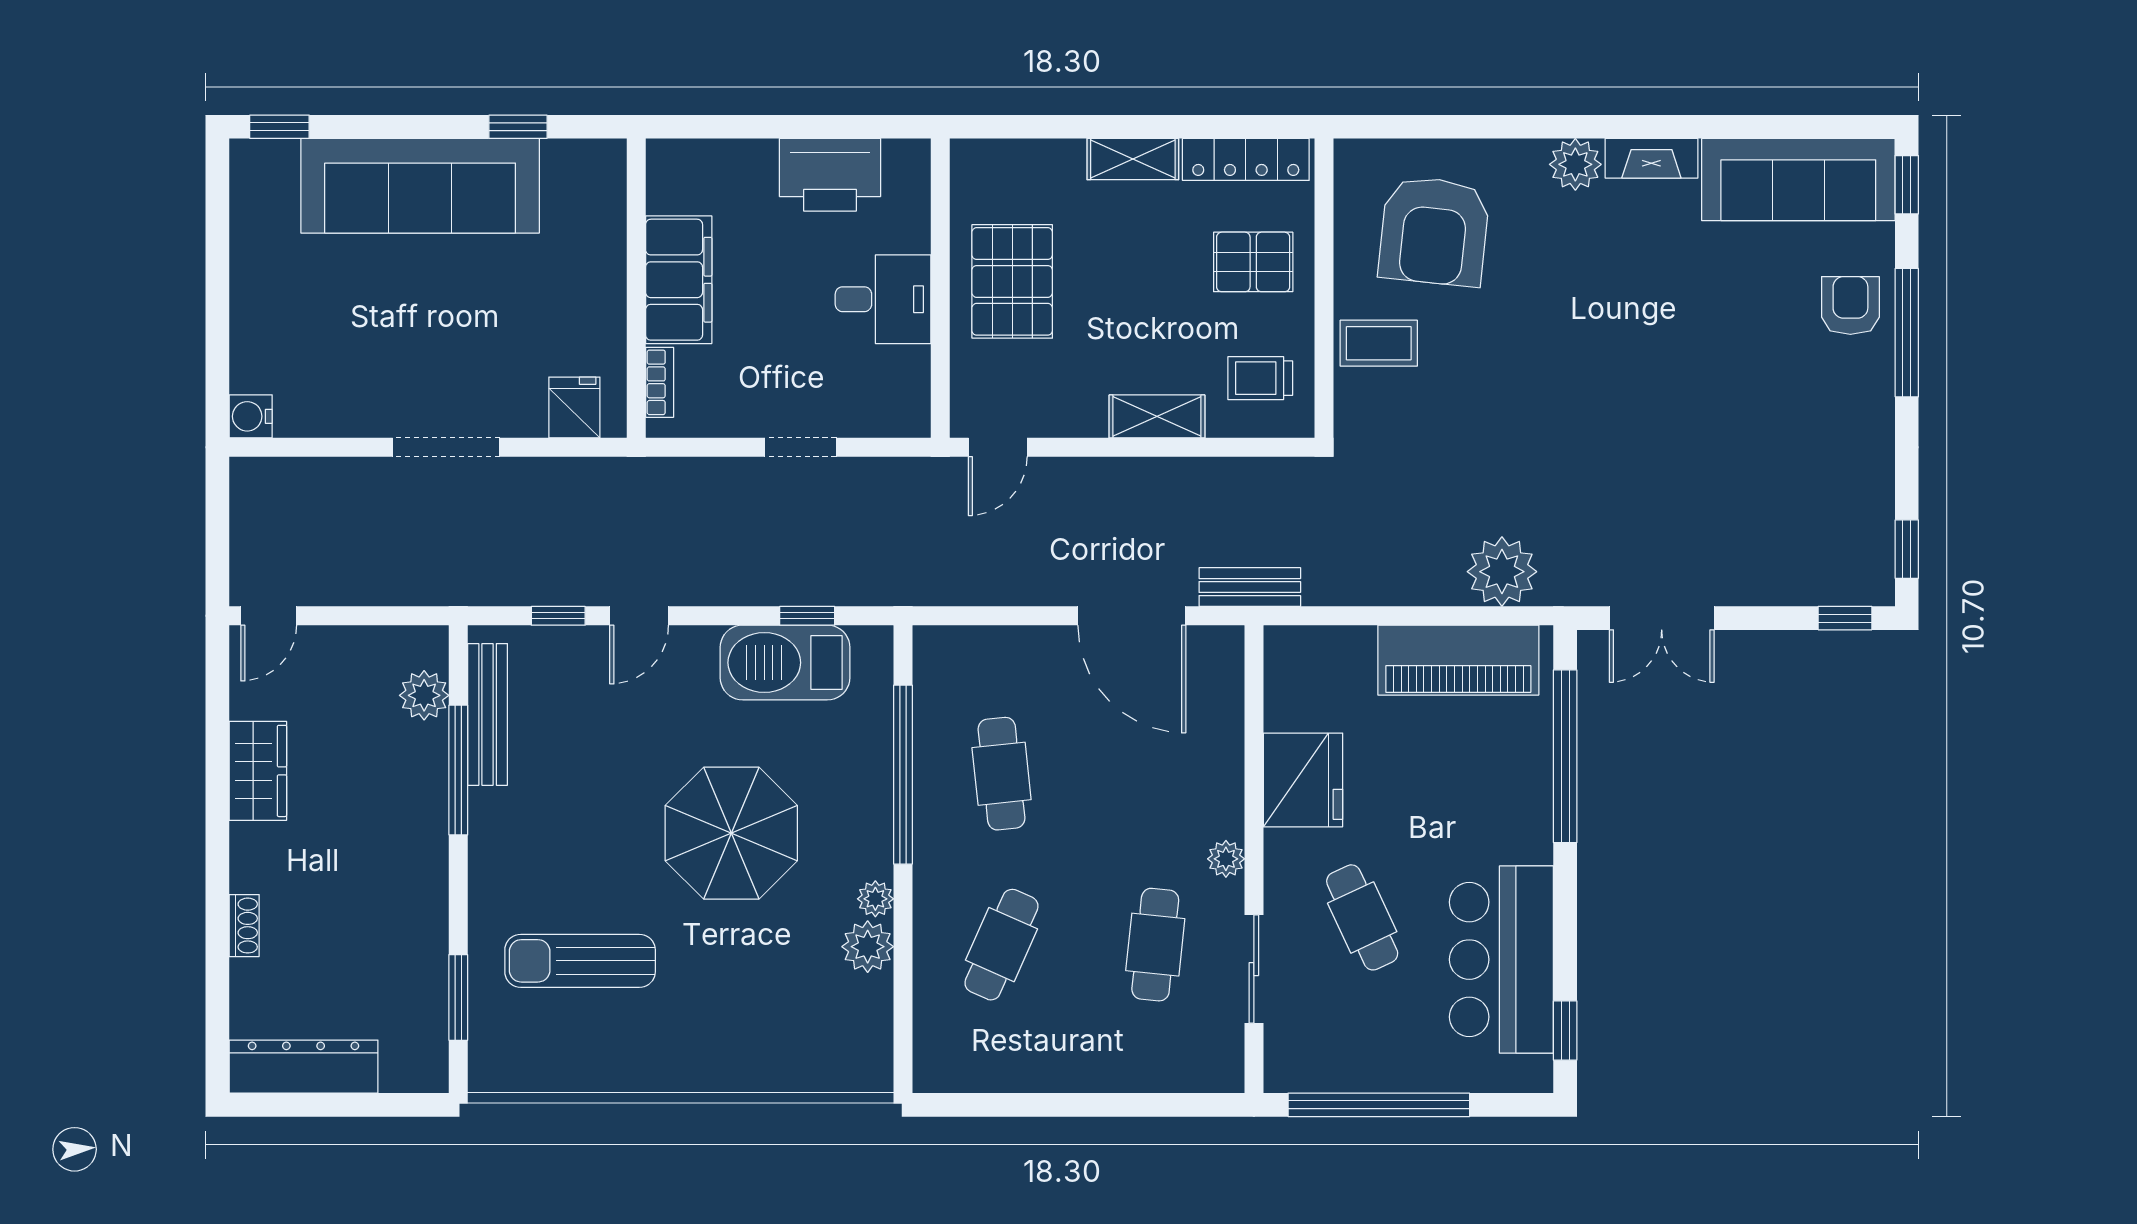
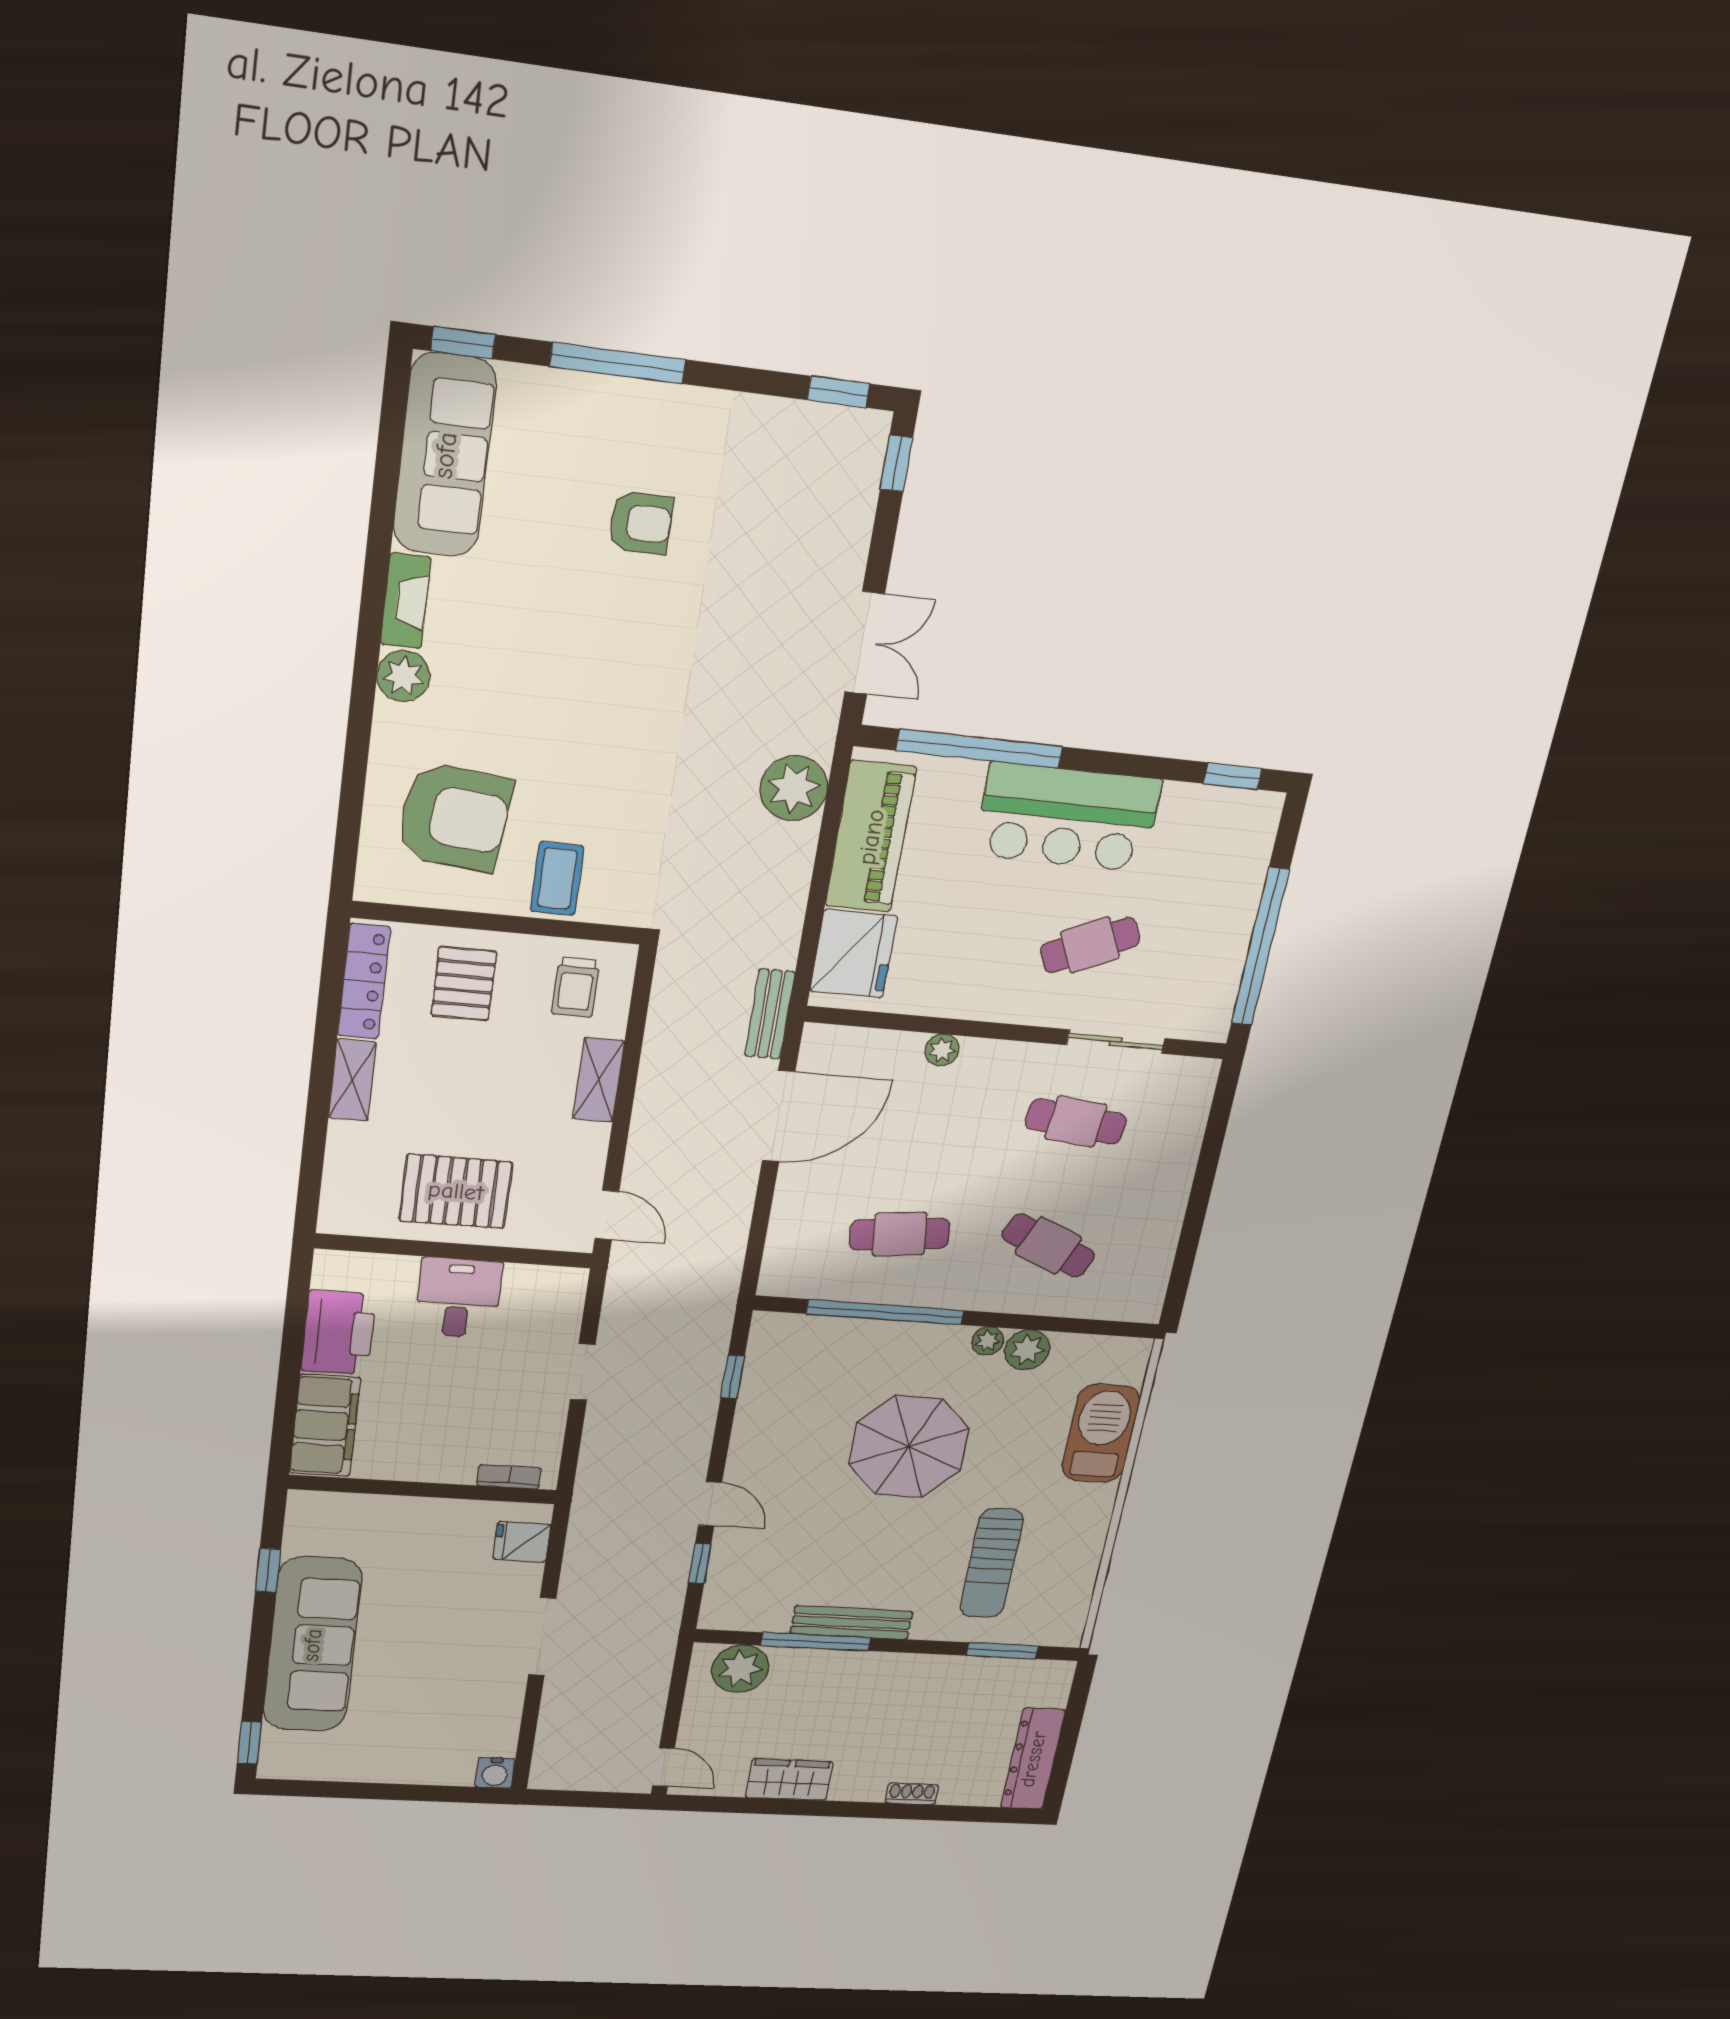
filing cabinet: (679, 280) -> (325, 1425), moved, turned 90
armchair: (1850, 306) -> (641, 523), moved, turned 180
barbecue: (785, 663) -> (1101, 1433), moved, turned 180
plant: (424, 695) -> (740, 1669), width x1.36, depth x1.36
bench: (488, 714) -> (852, 1623), moved
fridge: (1303, 780) -> (854, 954), moved, turned 90
plant: (1226, 859) -> (942, 1050), moved
bar counter: (1501, 960) -> (1068, 817), moved

